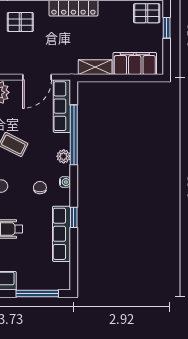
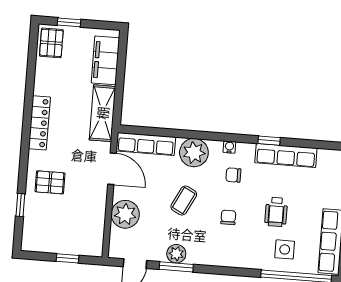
pallet: (20, 22) -> (50, 182), turned 90
shelving: (95, 67) -> (102, 113), width x1.50, depth x1.33
window: (74, 135) -> (178, 133), removed
plant: (64, 156) -> (194, 153), width x1.88, depth x1.88

